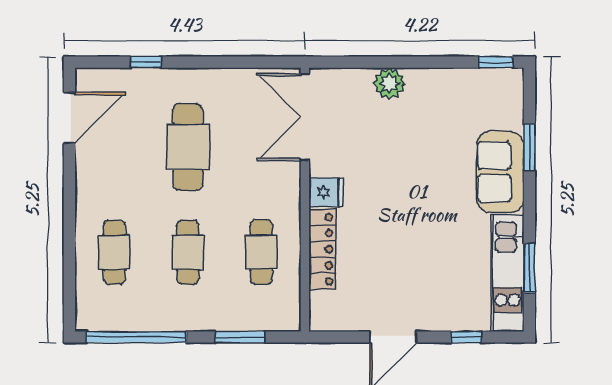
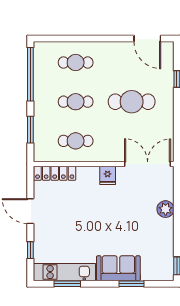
locker: (322, 249) -> (55, 173), moved

